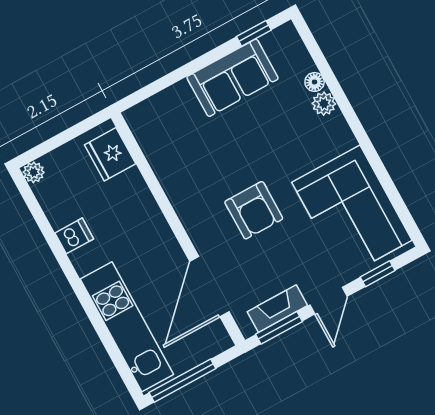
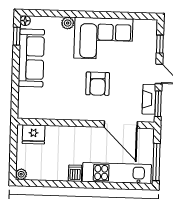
sofa: (232, 78) -> (31, 58), width x1.36
floor lamp: (315, 82) -> (25, 21), moved
armchair: (254, 210) -> (98, 84), turned 90
corner sofa: (352, 211) -> (103, 38), moved
dishwasher: (74, 236) -> (75, 173), moved

